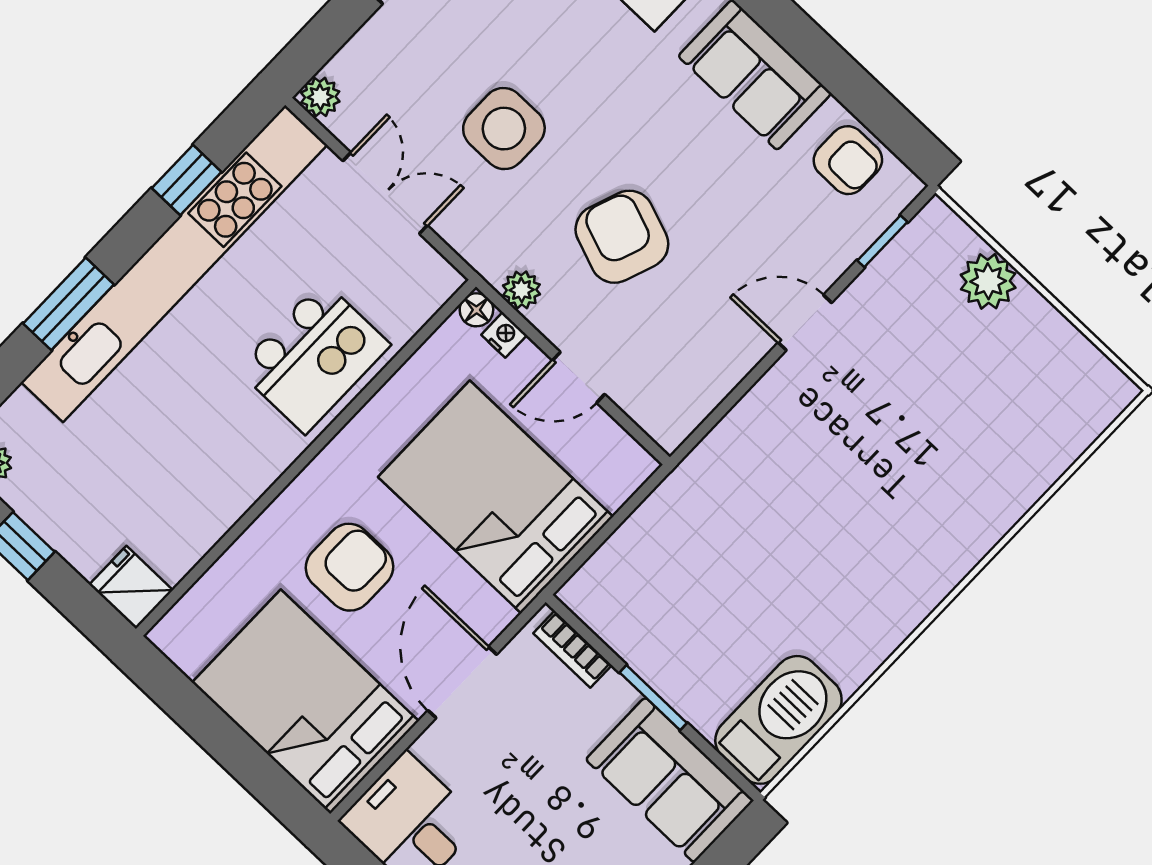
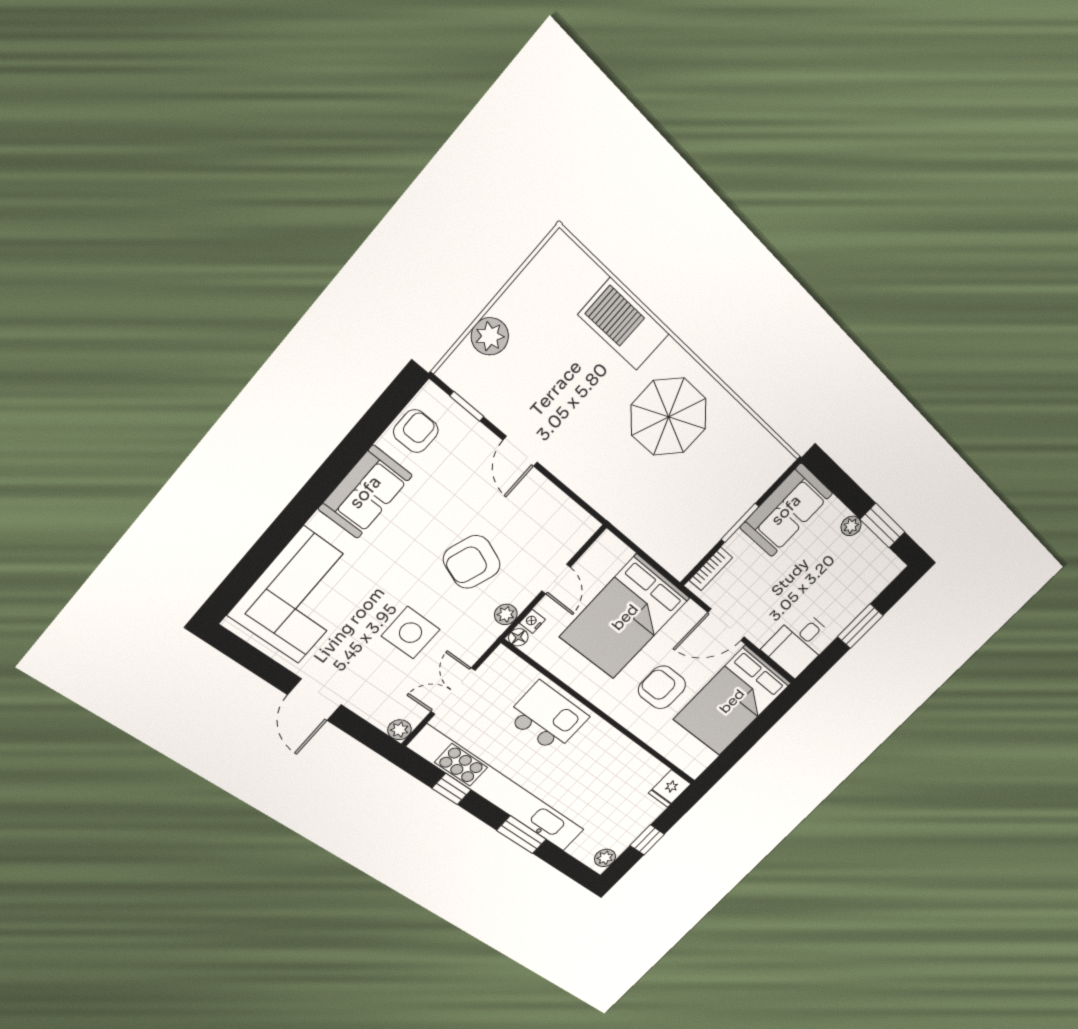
parasol: (846, 566) -> (669, 417), added
barbecue: (778, 720) -> (624, 324), moved

